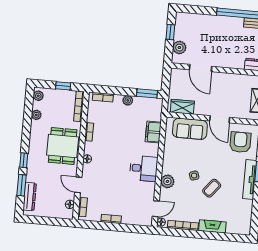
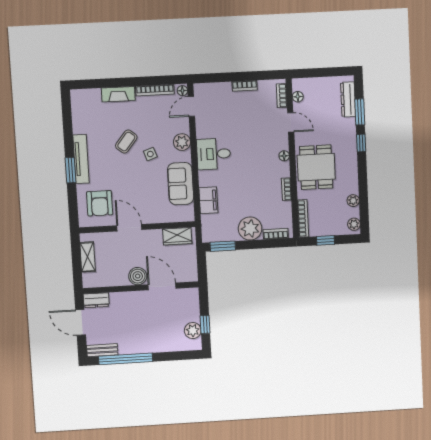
plant: (179, 48) -> (193, 331), moved
boiler: (219, 79) -> (138, 276), added
plant: (128, 100) -> (250, 229), width x1.87, depth x1.87
sofa: (190, 129) -> (181, 184), moved, turned -90

